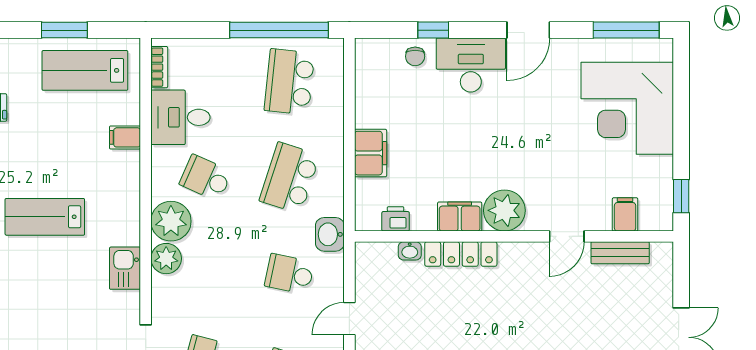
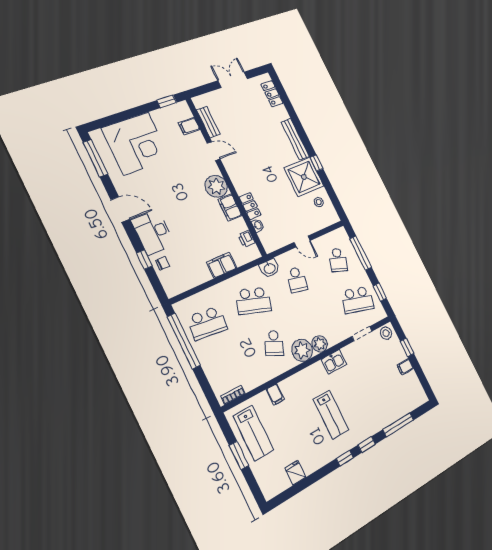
desk: (180, 117) -> (252, 371), removed
locker: (461, 254) -> (250, 206), width x0.66

